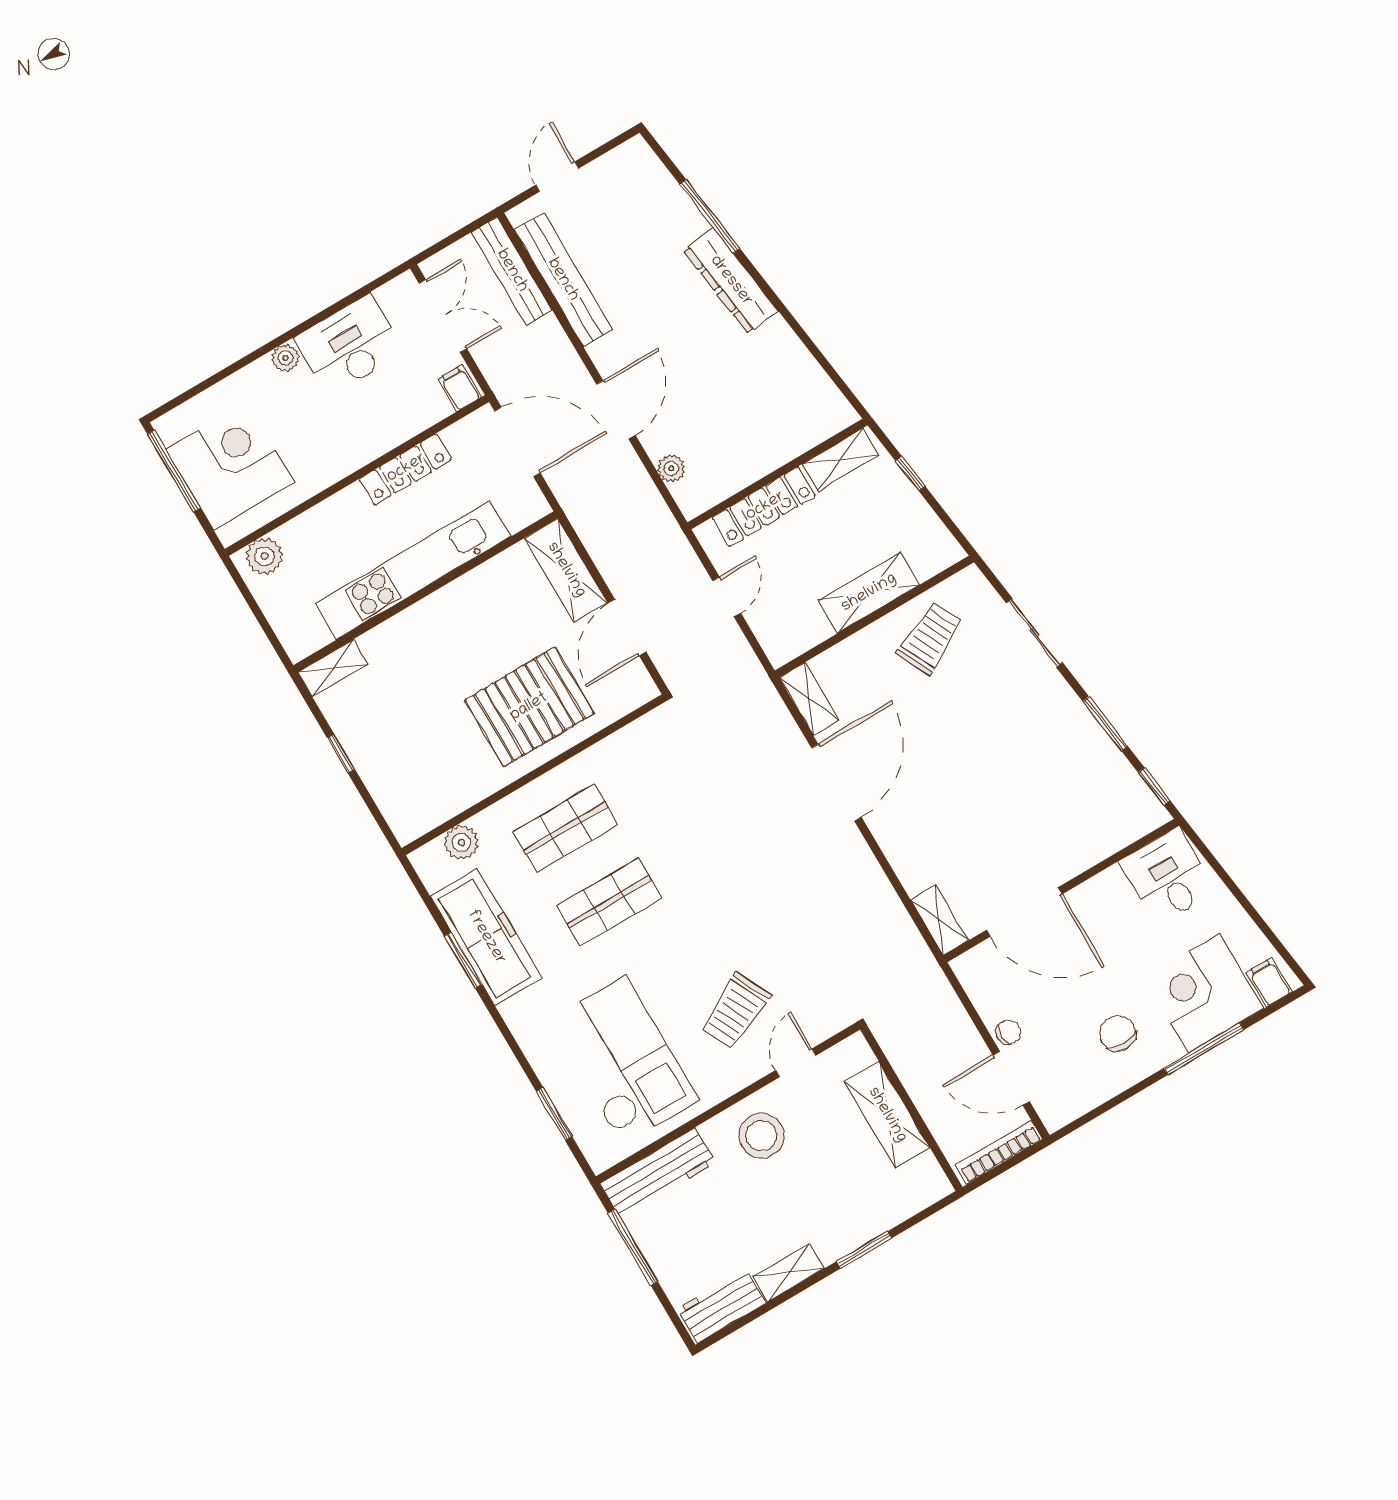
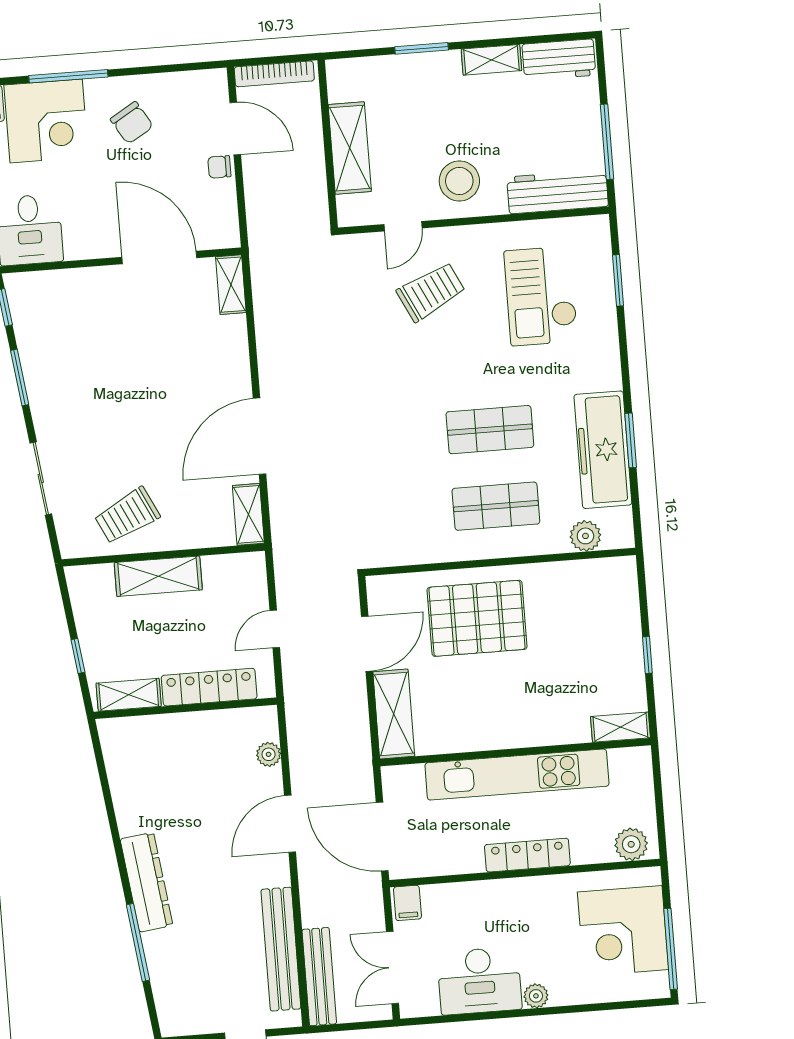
locker: (405, 469) -> (527, 855), moved
chair: (1118, 1033) -> (132, 123), turned -31
checkout: (623, 1061) -> (541, 296), width x0.73, depth x0.83

